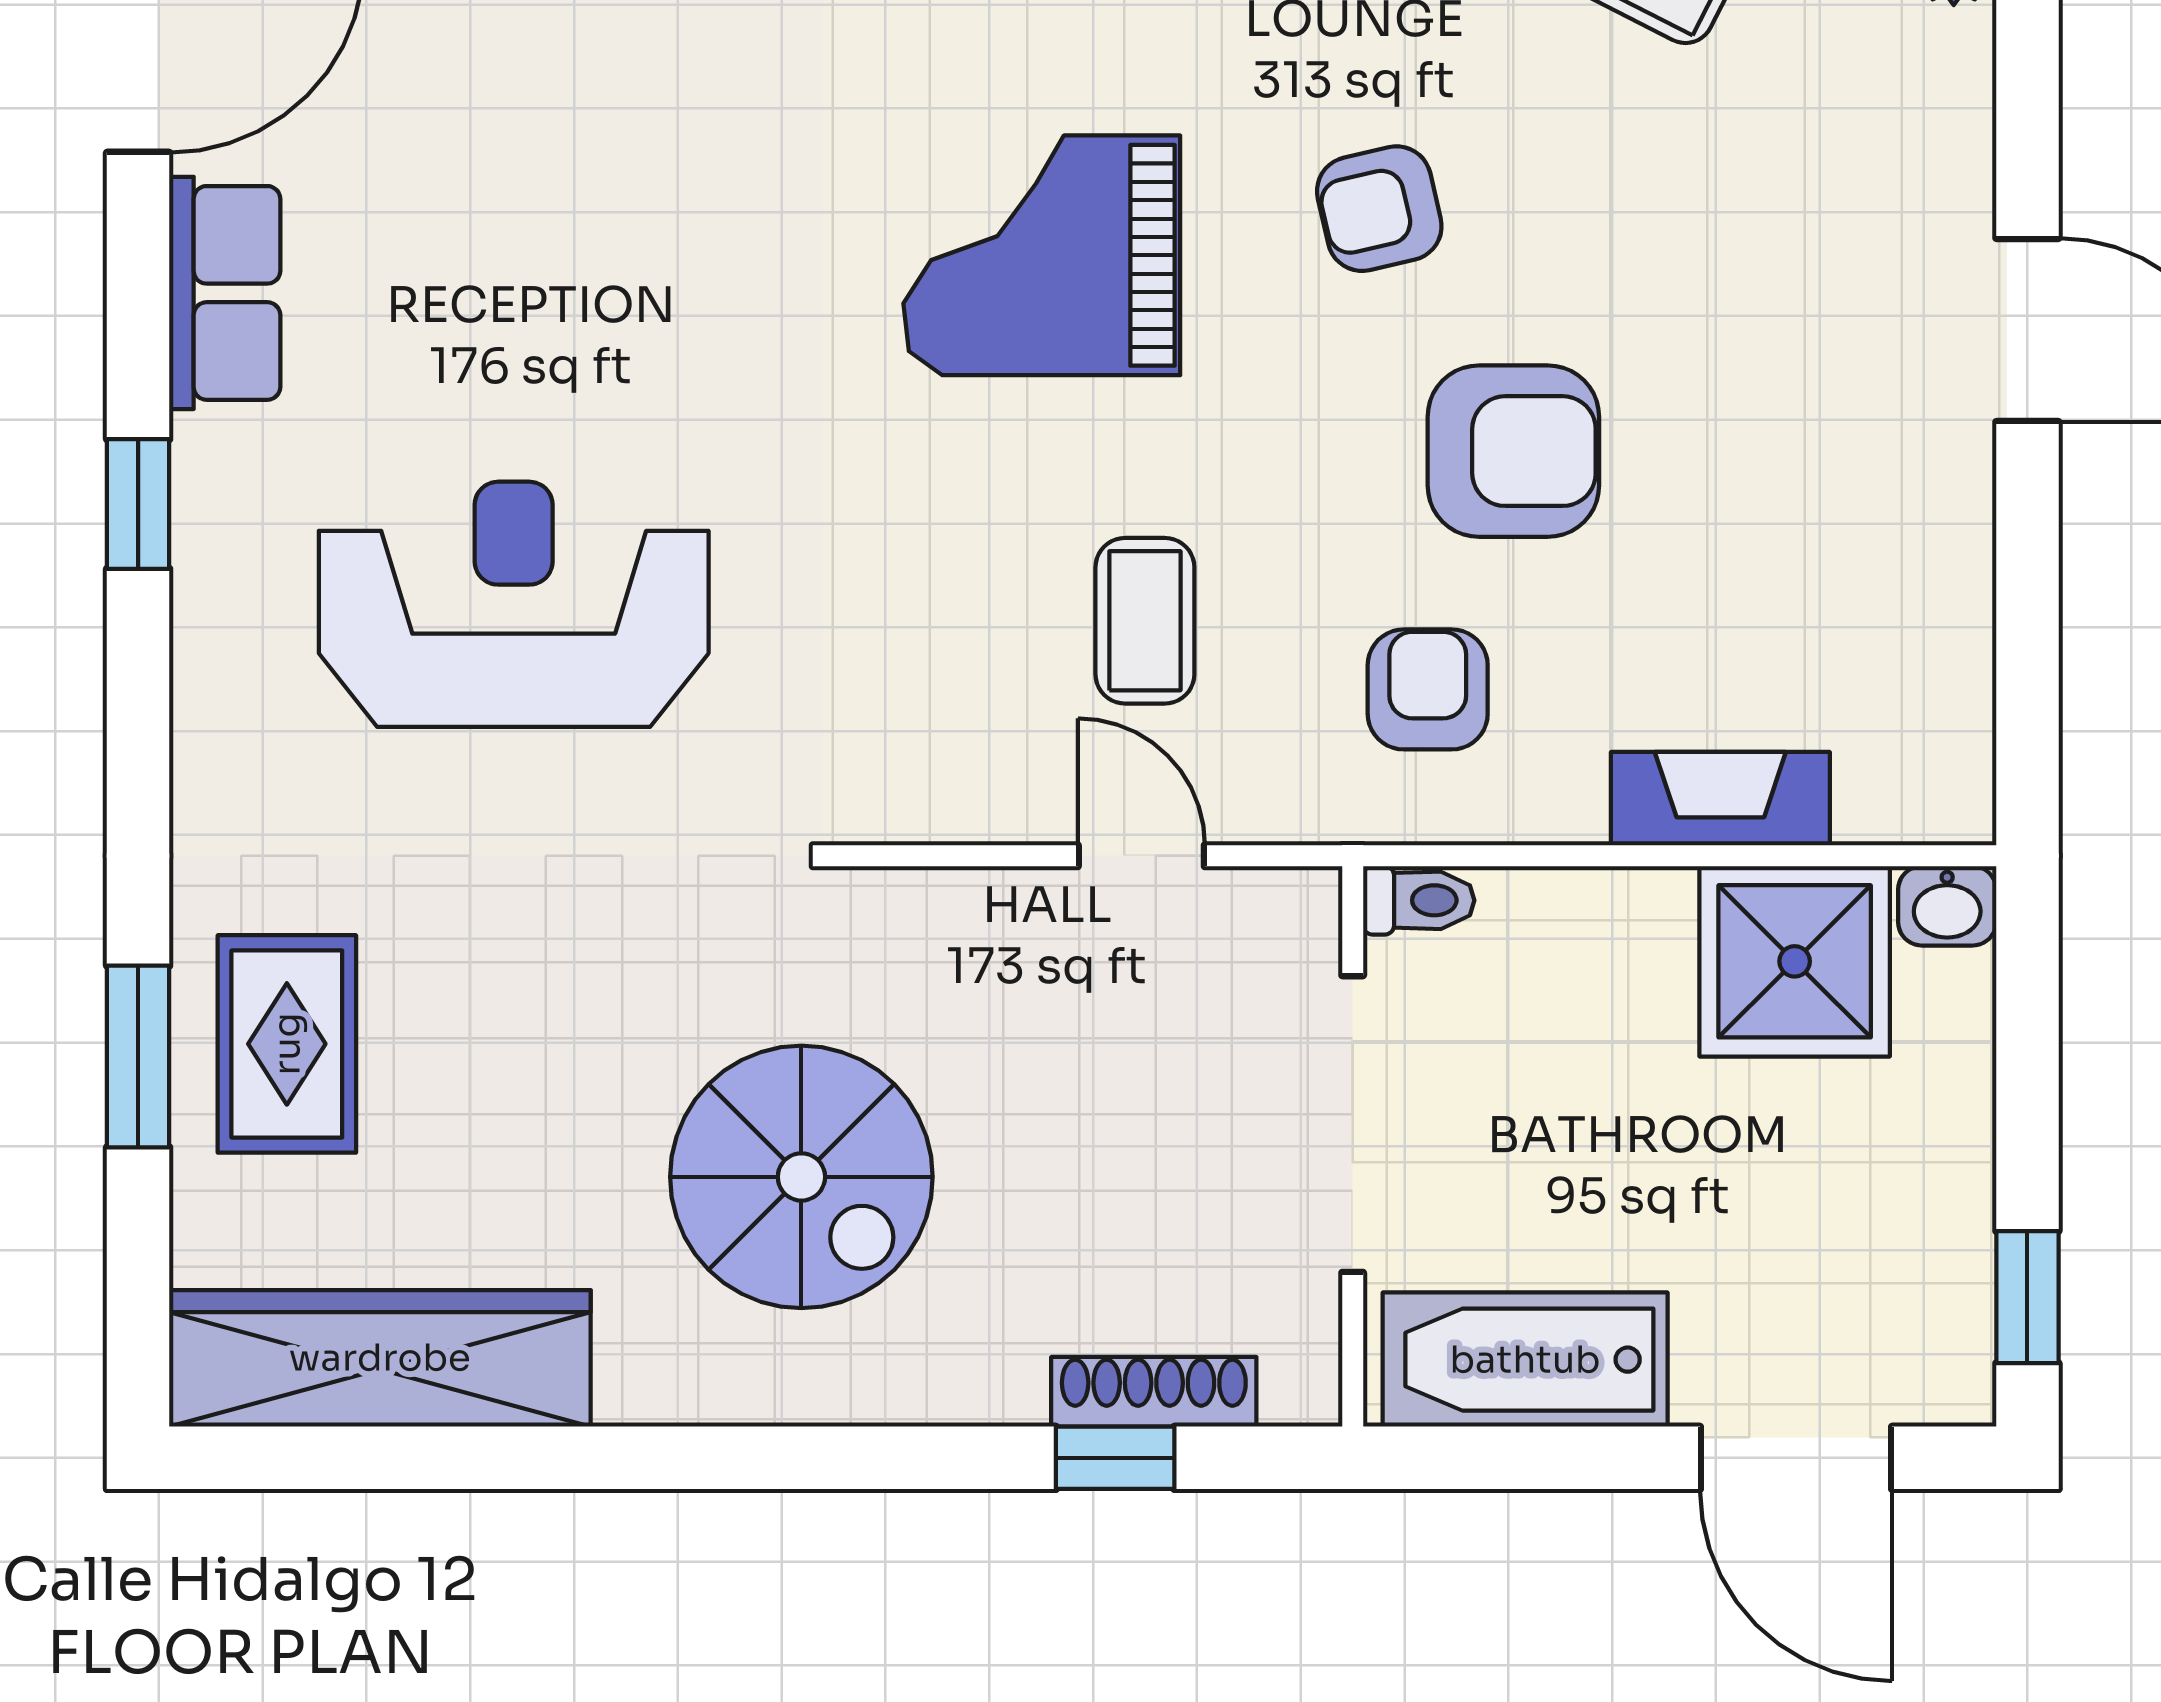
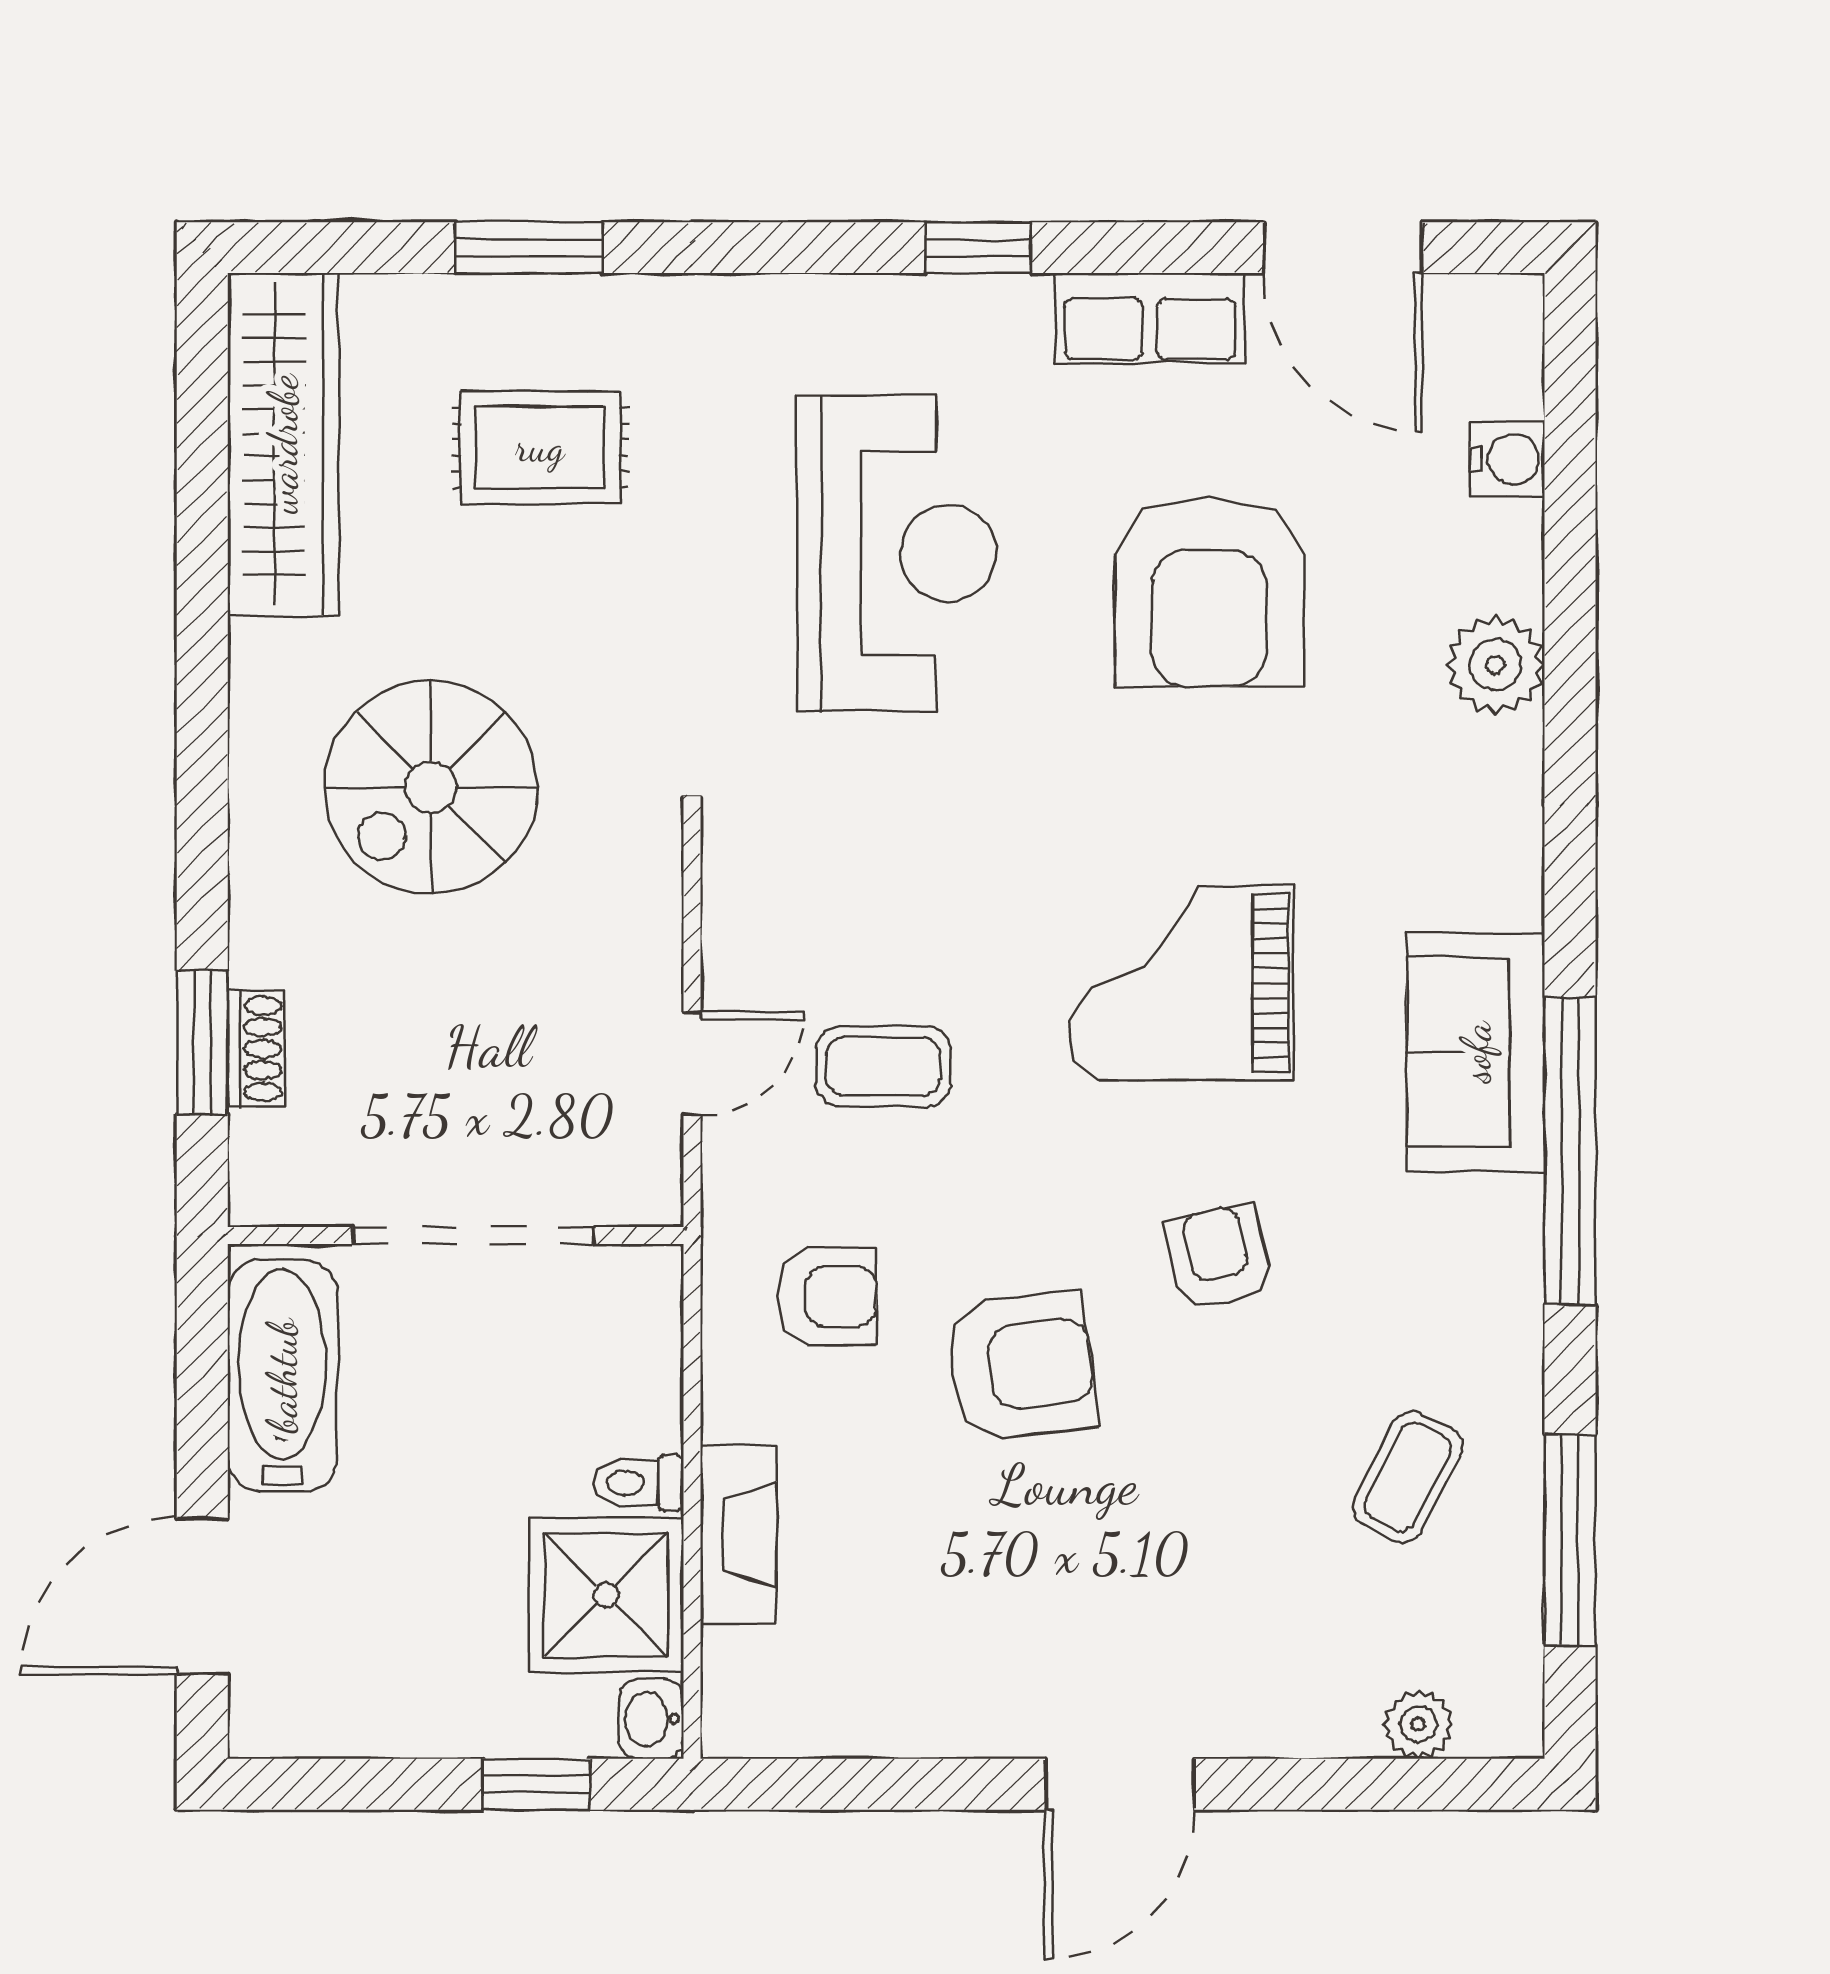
armchair: (561, 220) -> (1209, 592), added
grand piano: (1042, 255) -> (1180, 983), turned -90
armchair: (1513, 451) -> (1021, 1366), turned -97
toilet: (1419, 900) -> (638, 1483), moved, turned 90
rug: (287, 1044) -> (540, 447), moved
window: (2027, 1297) -> (536, 1784), moved
shoe rack: (1154, 1392) -> (256, 1049), width x0.70
window: (1115, 1458) -> (202, 1042), width x1.50

